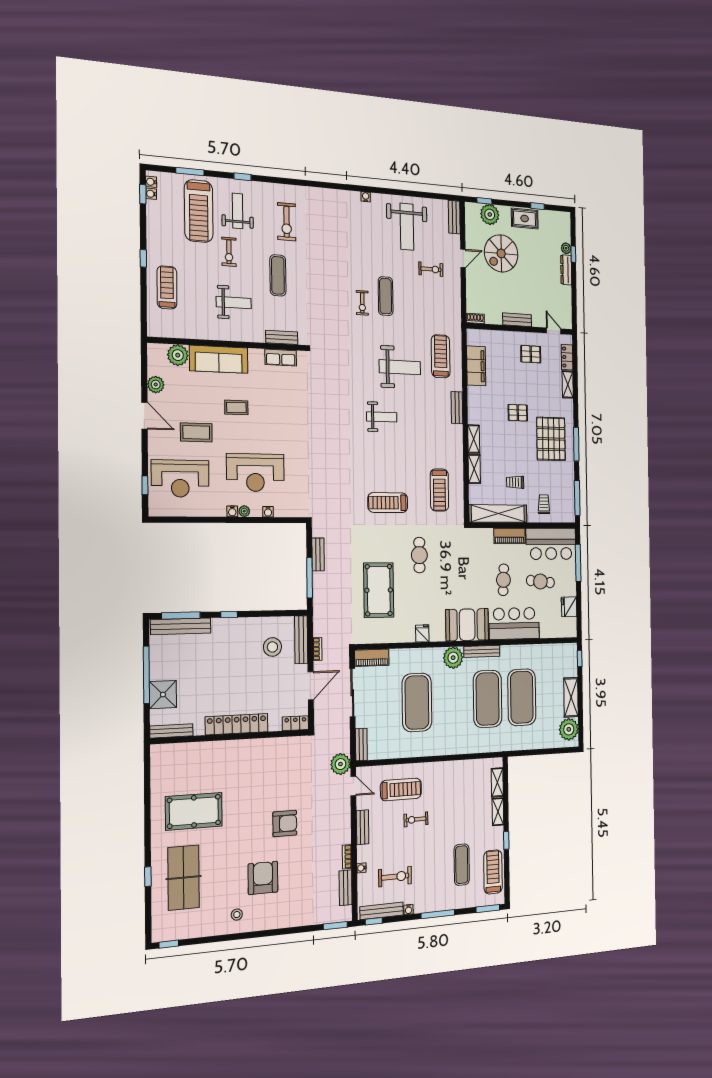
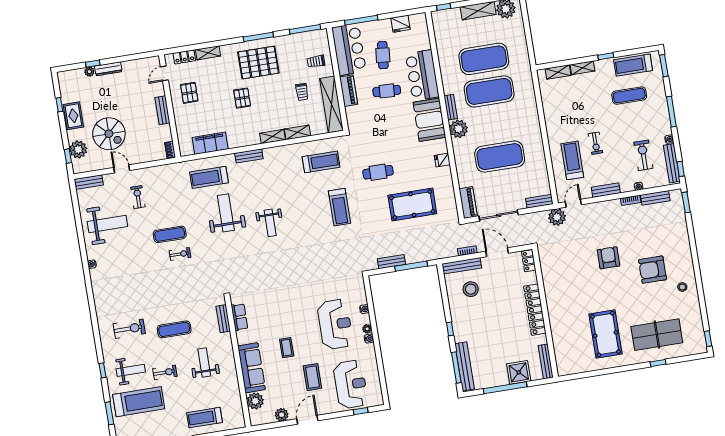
weight bench: (238, 211) -> (131, 370), turned 180
weight bench: (382, 417) -> (270, 223), turned 180
bench: (482, 651) -> (451, 107), width x0.73

